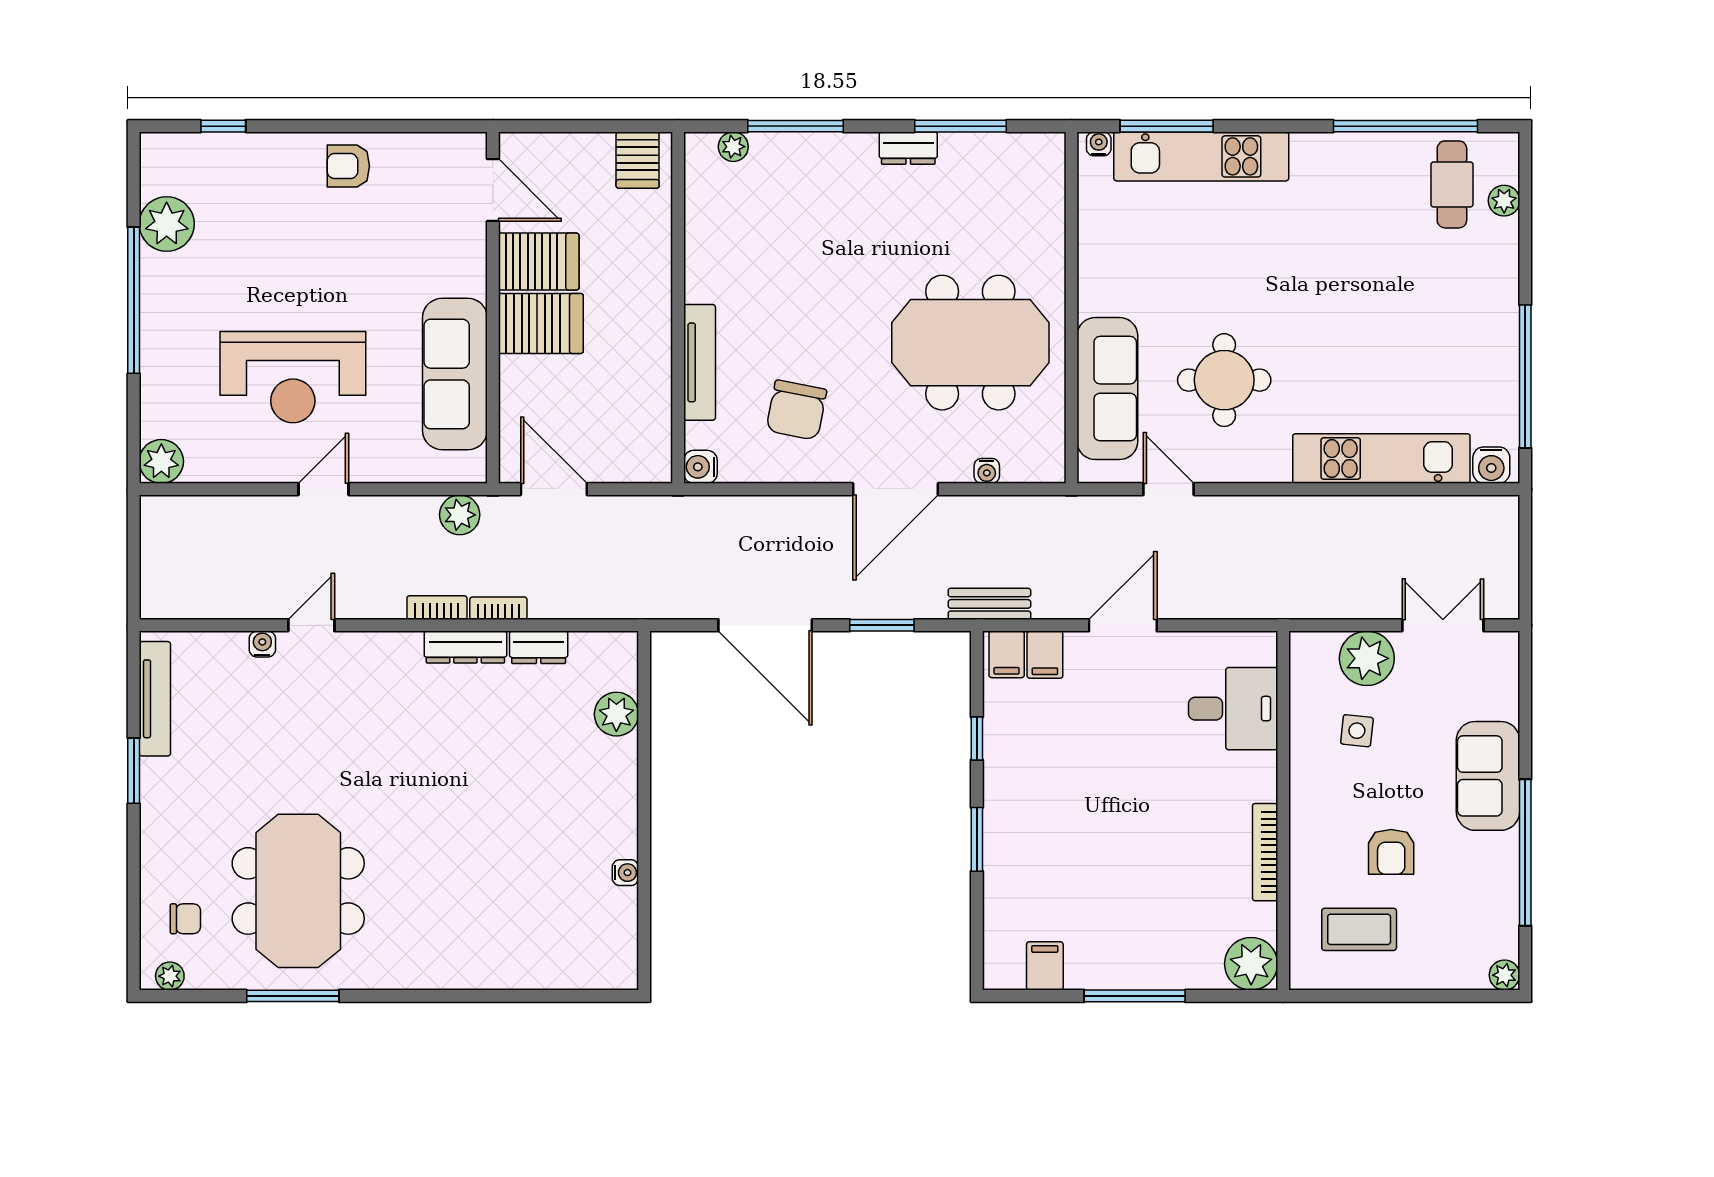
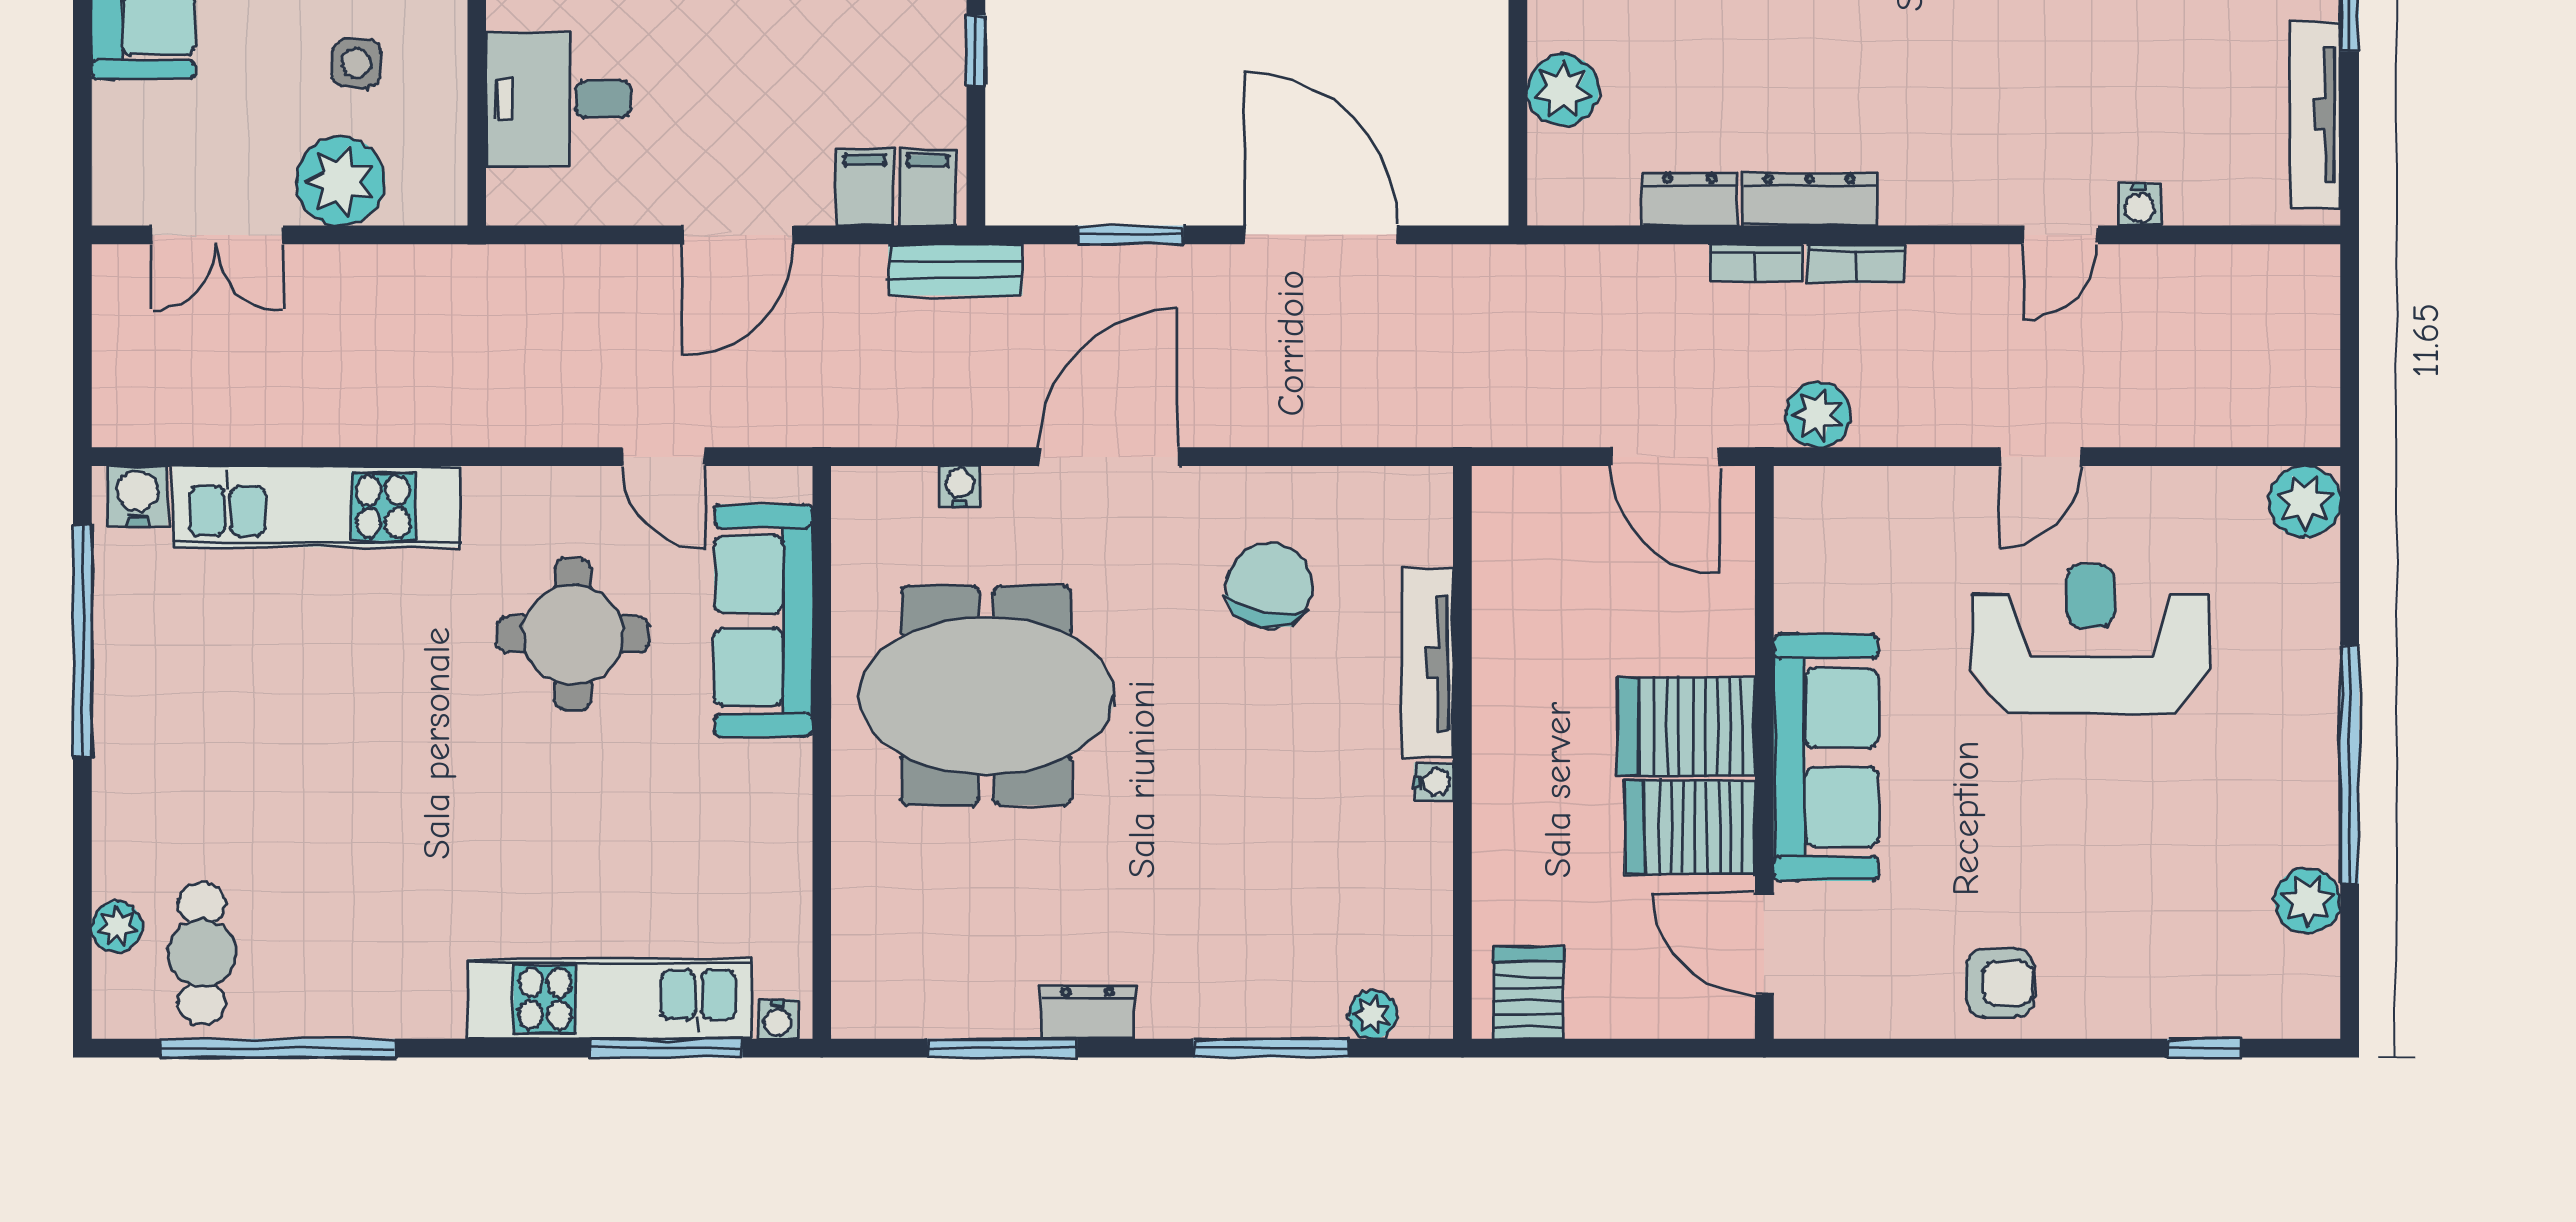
plant: (167, 224) -> (2308, 901), width x0.73, depth x0.73
sofa: (455, 374) -> (1826, 757), moved
water cooler: (700, 467) -> (1434, 782), moved, width x0.72, depth x0.72

